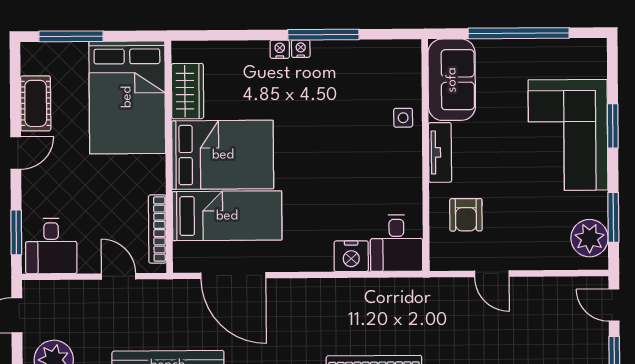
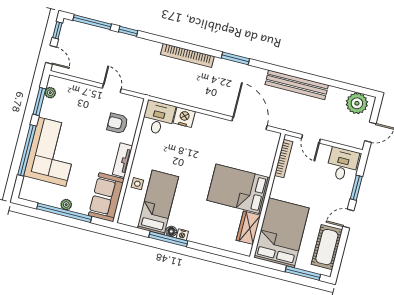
plant: (519, 48) -> (66, 205), added
nightstand: (280, 49) -> (194, 237), removed
floor lamp: (322, 49) -> (171, 231), added
cot: (36, 103) -> (327, 247), width x1.37, depth x1.34
window: (613, 126) -> (27, 150), width x2.11
armchair: (466, 215) -> (117, 123), turned -90
bed: (227, 216) -> (158, 202), moved, turned 90
window: (16, 232) -> (356, 188), moved
plant: (589, 238) -> (50, 93), width x0.53, depth x0.53

